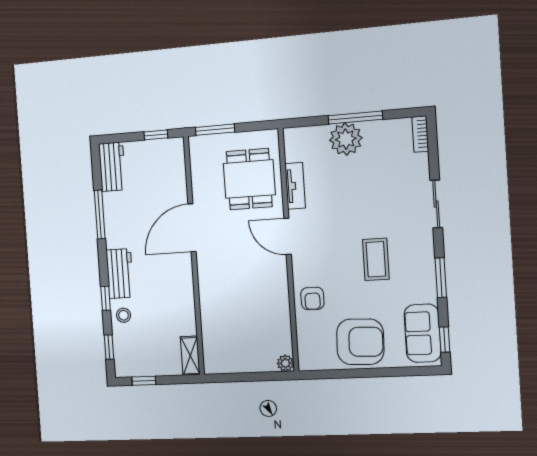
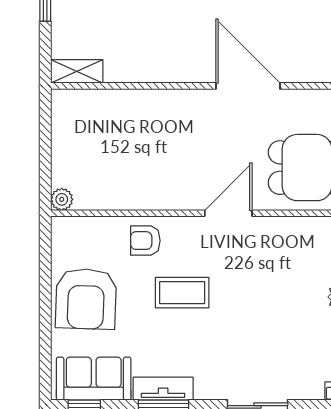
tv unit: (295, 186) -> (163, 389), moved, turned 180
coffee table: (376, 259) -> (182, 293), moved

